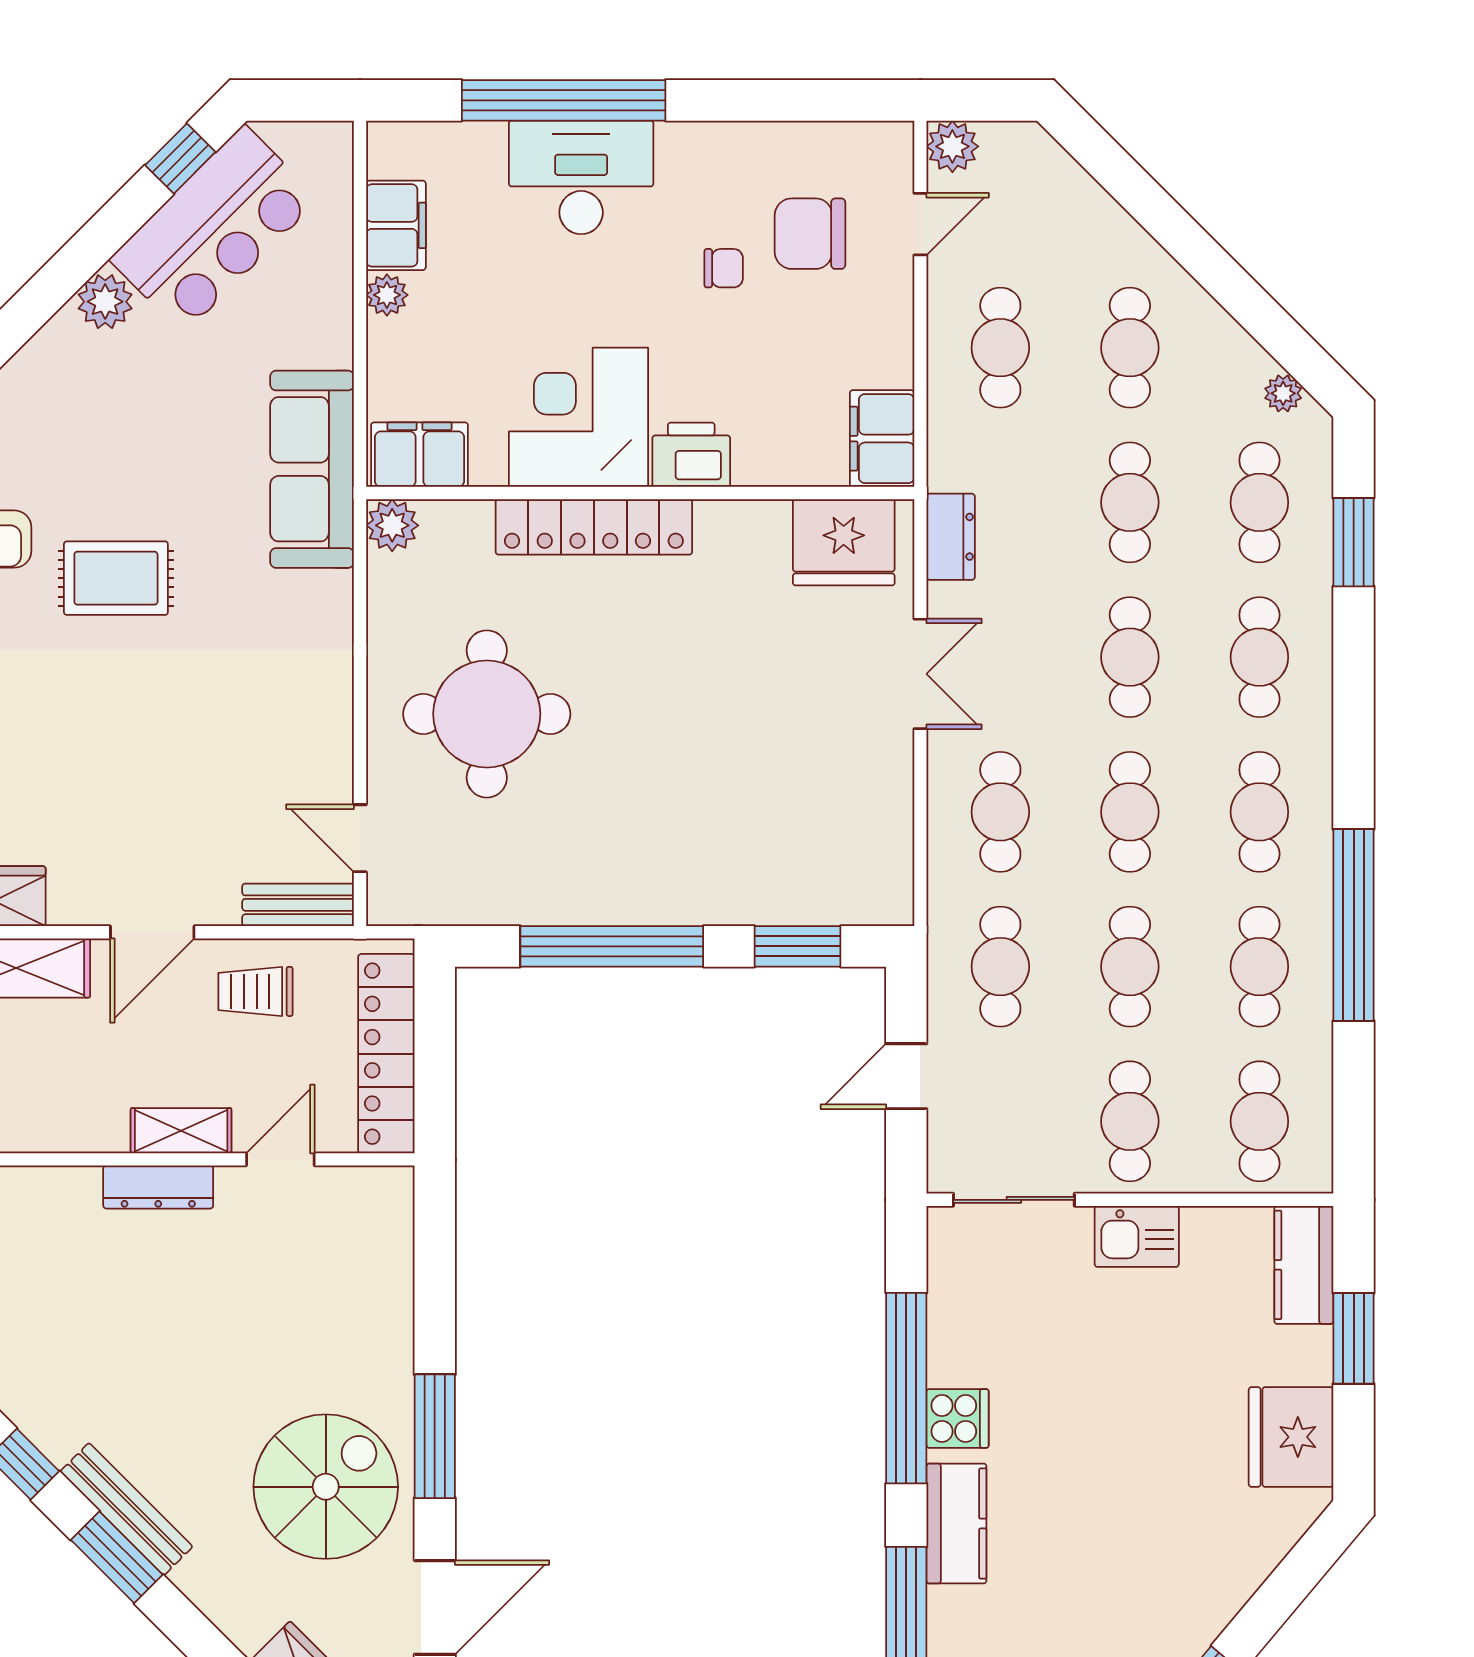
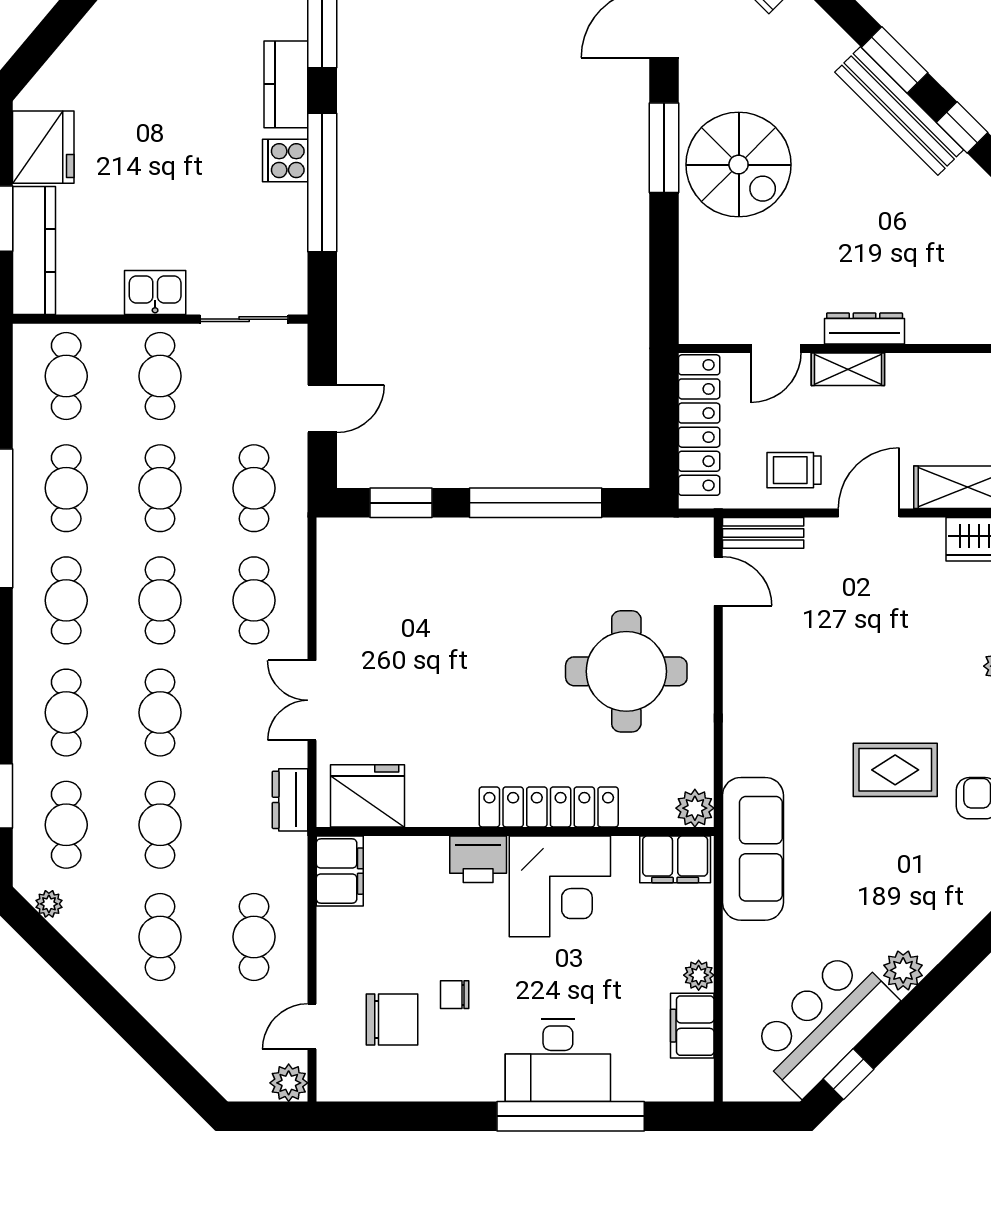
trolley: (255, 991) -> (794, 470), turned 180
kitchen counter: (1304, 1265) -> (34, 251), width x1.50
spiral stairs: (326, 1487) -> (739, 165), moved, turned -90
bench: (126, 1509) -> (899, 111), width x1.37, depth x1.21

